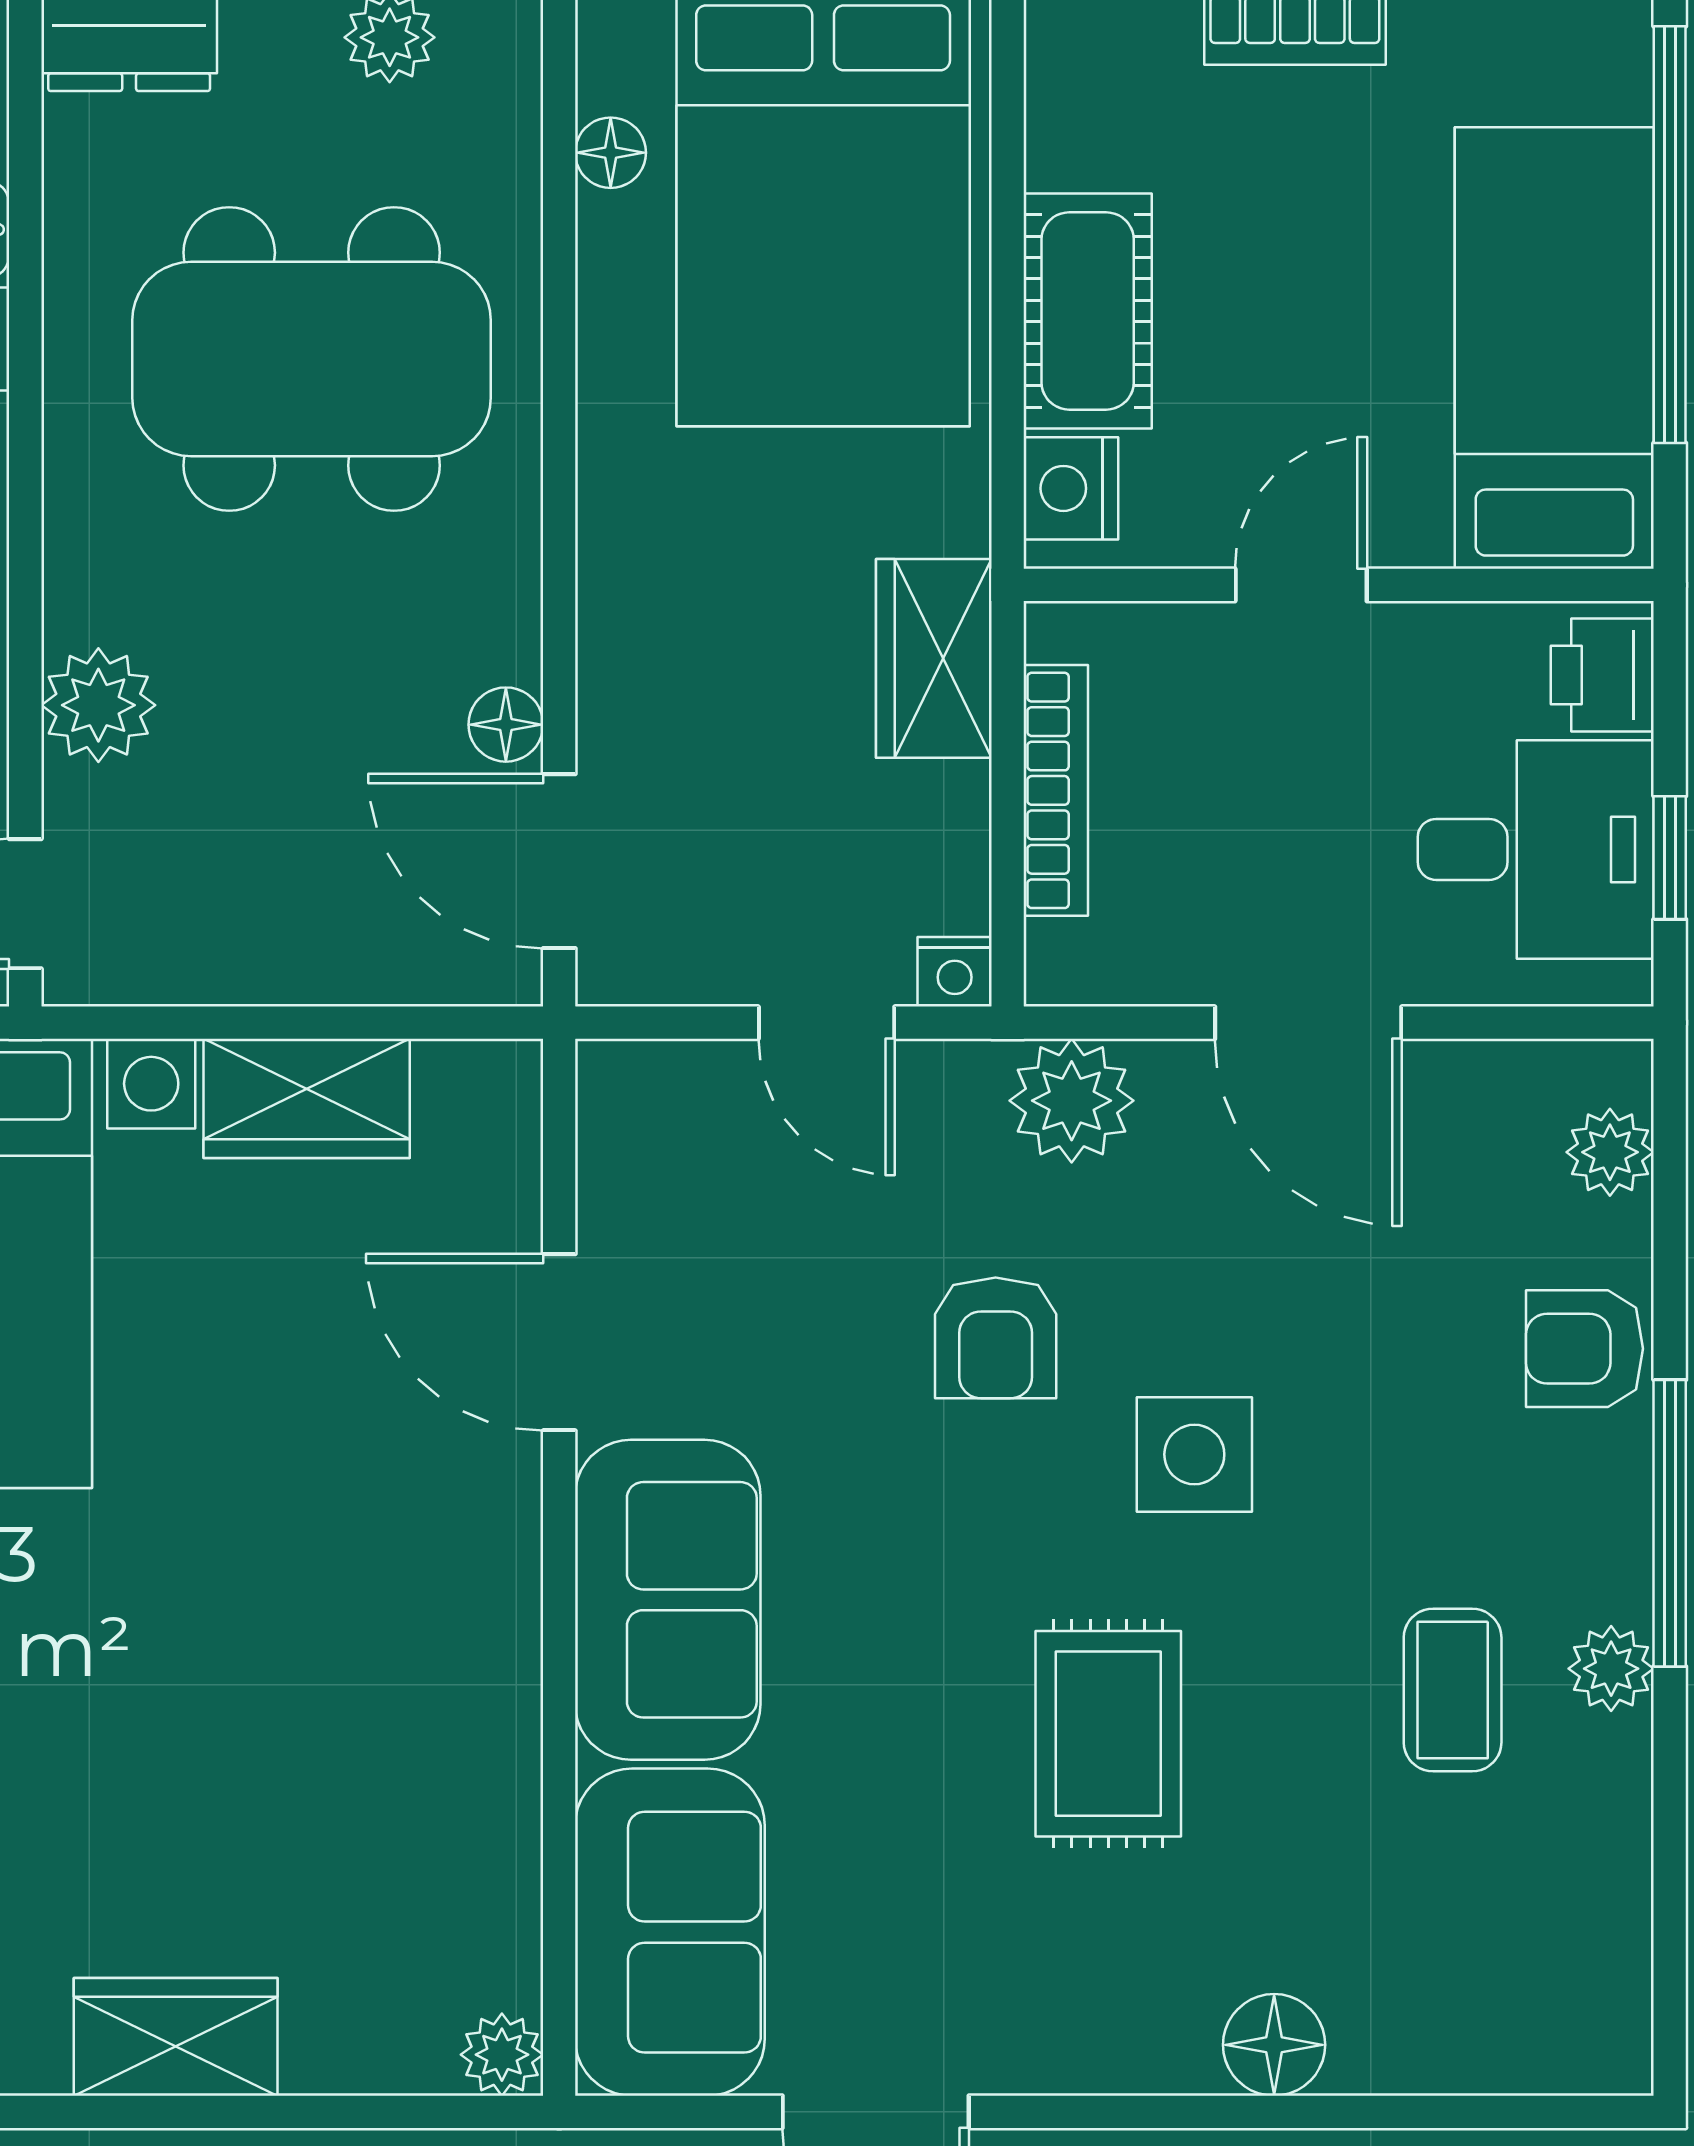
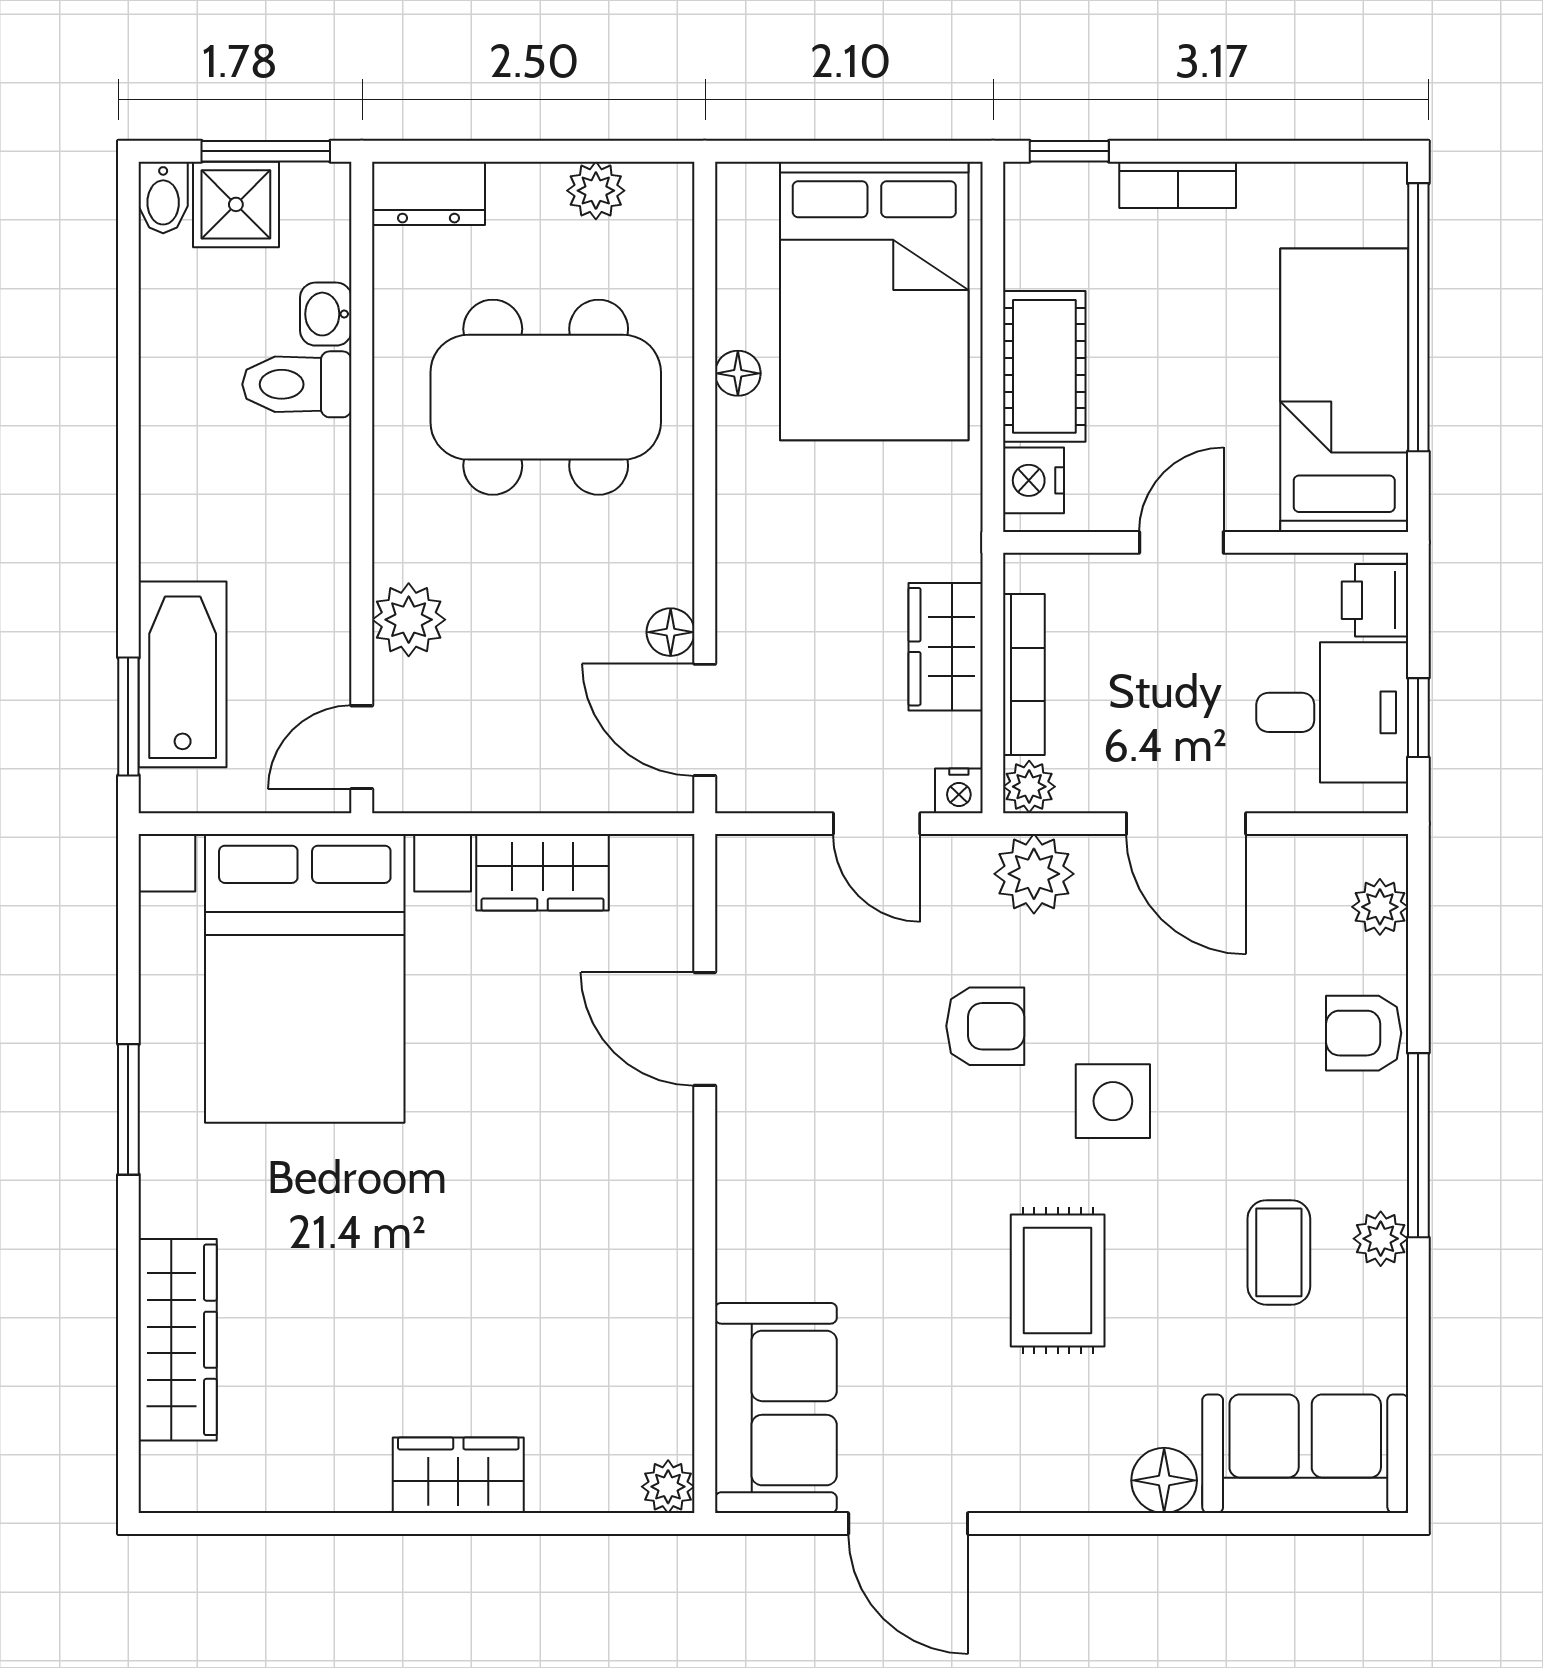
floor lamp: (611, 153) -> (738, 373), moved
wardrobe: (934, 658) -> (946, 647), moved
plant: (1064, 965) -> (1029, 787), added
armchair: (996, 1338) -> (985, 1026), turned -90
sofa: (668, 1600) -> (1305, 1454), moved, turned -90

